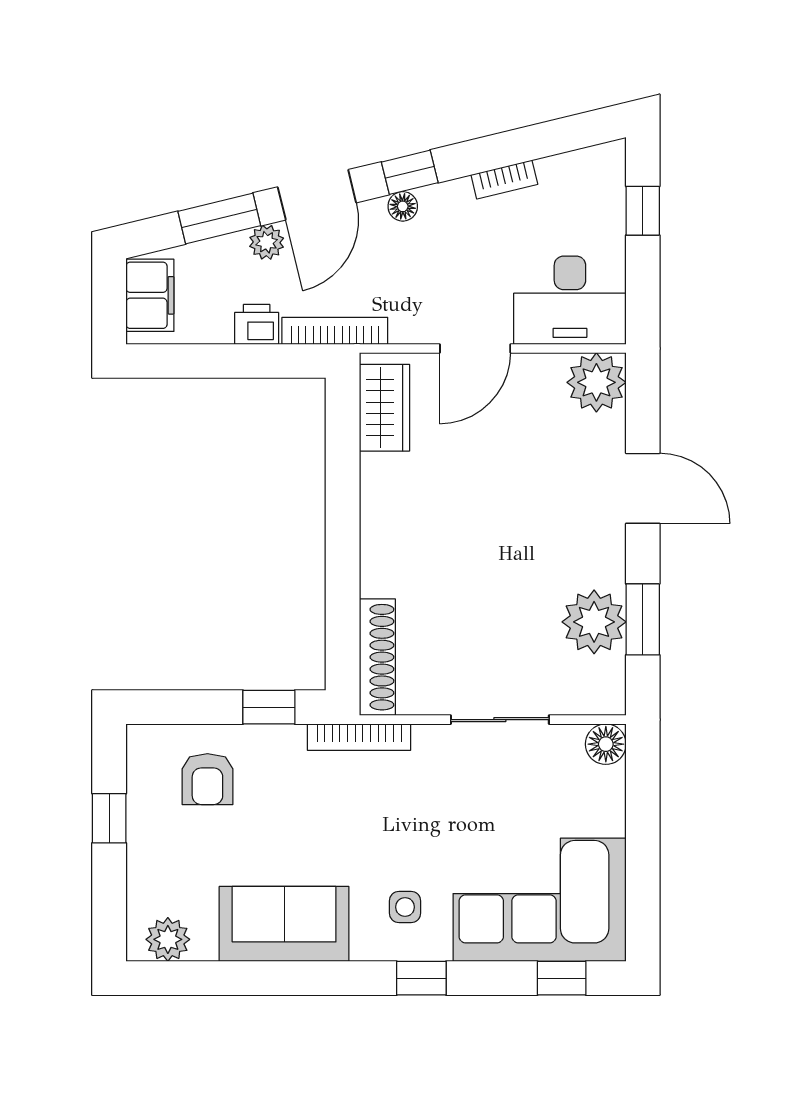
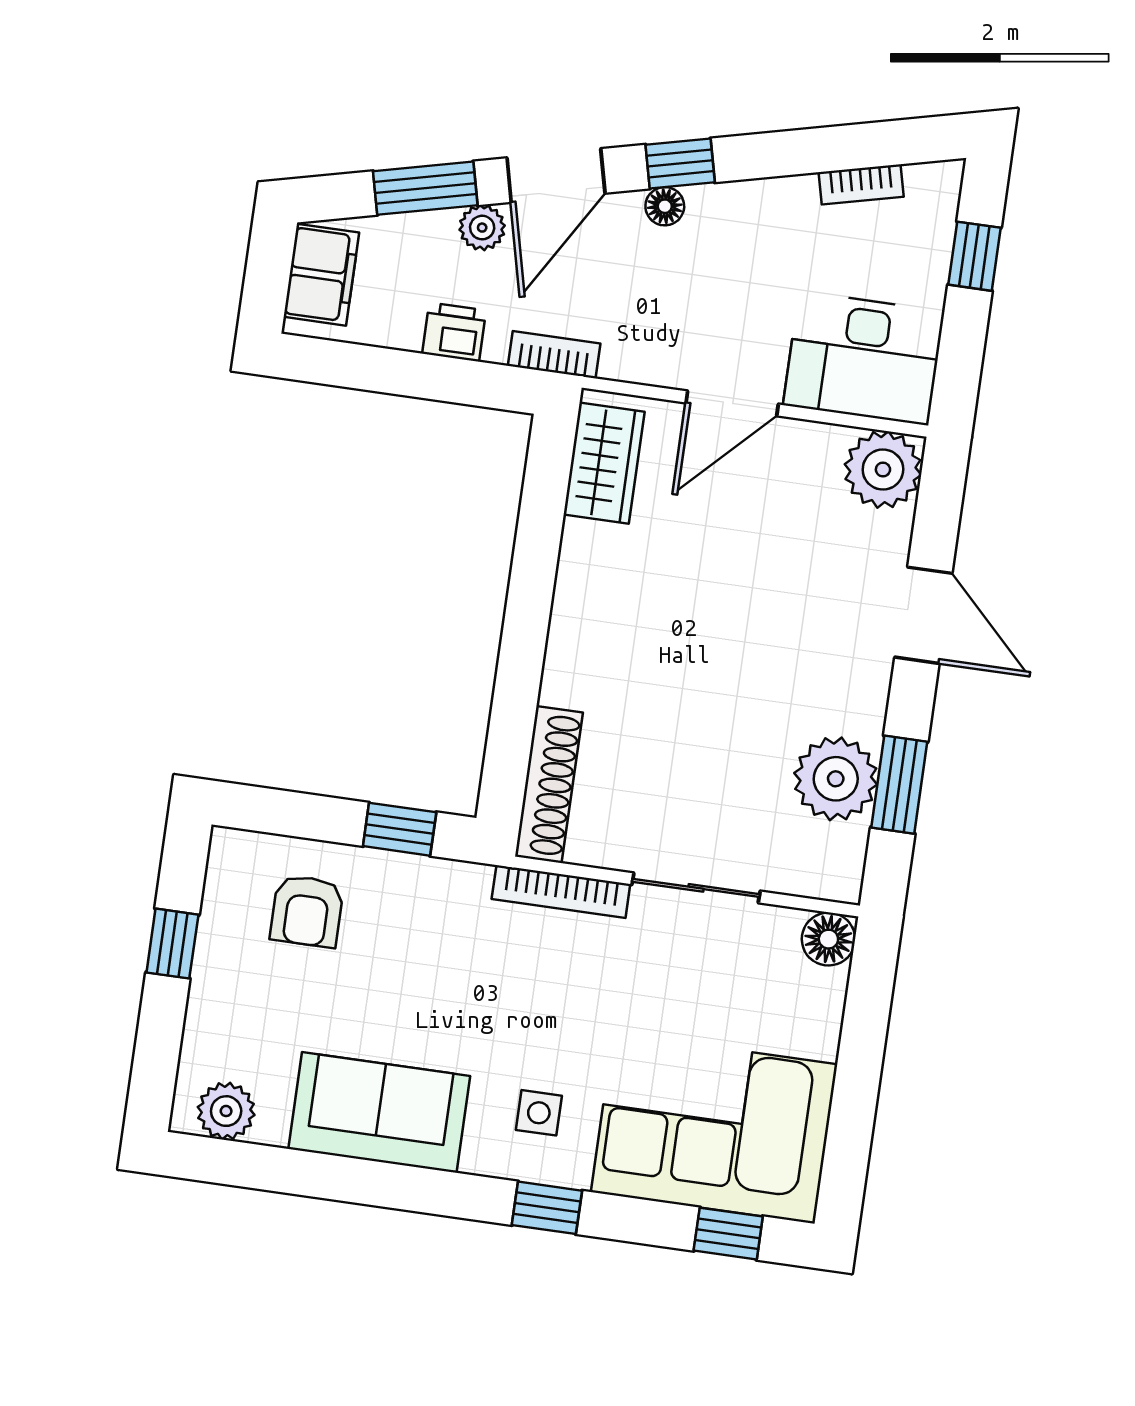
bookcase: (504, 179) -> (861, 184), moved
bookcase: (335, 331) -> (554, 355), width x0.64
bookcase: (359, 737) -> (561, 892), moved

